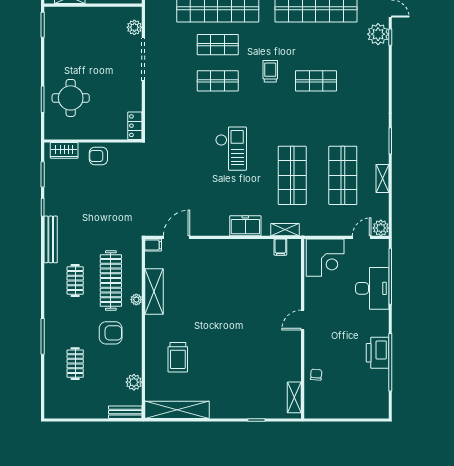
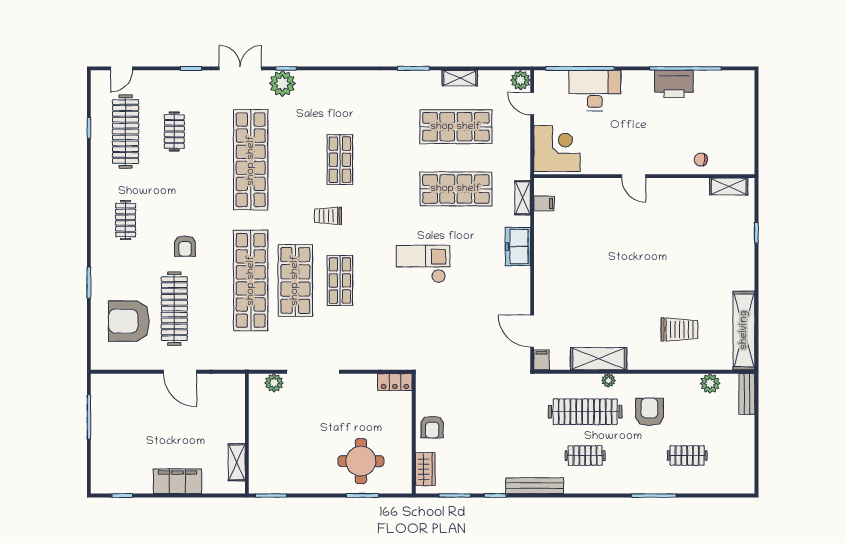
shop shelf: (218, 45) -> (295, 280), width x1.43, depth x1.36

